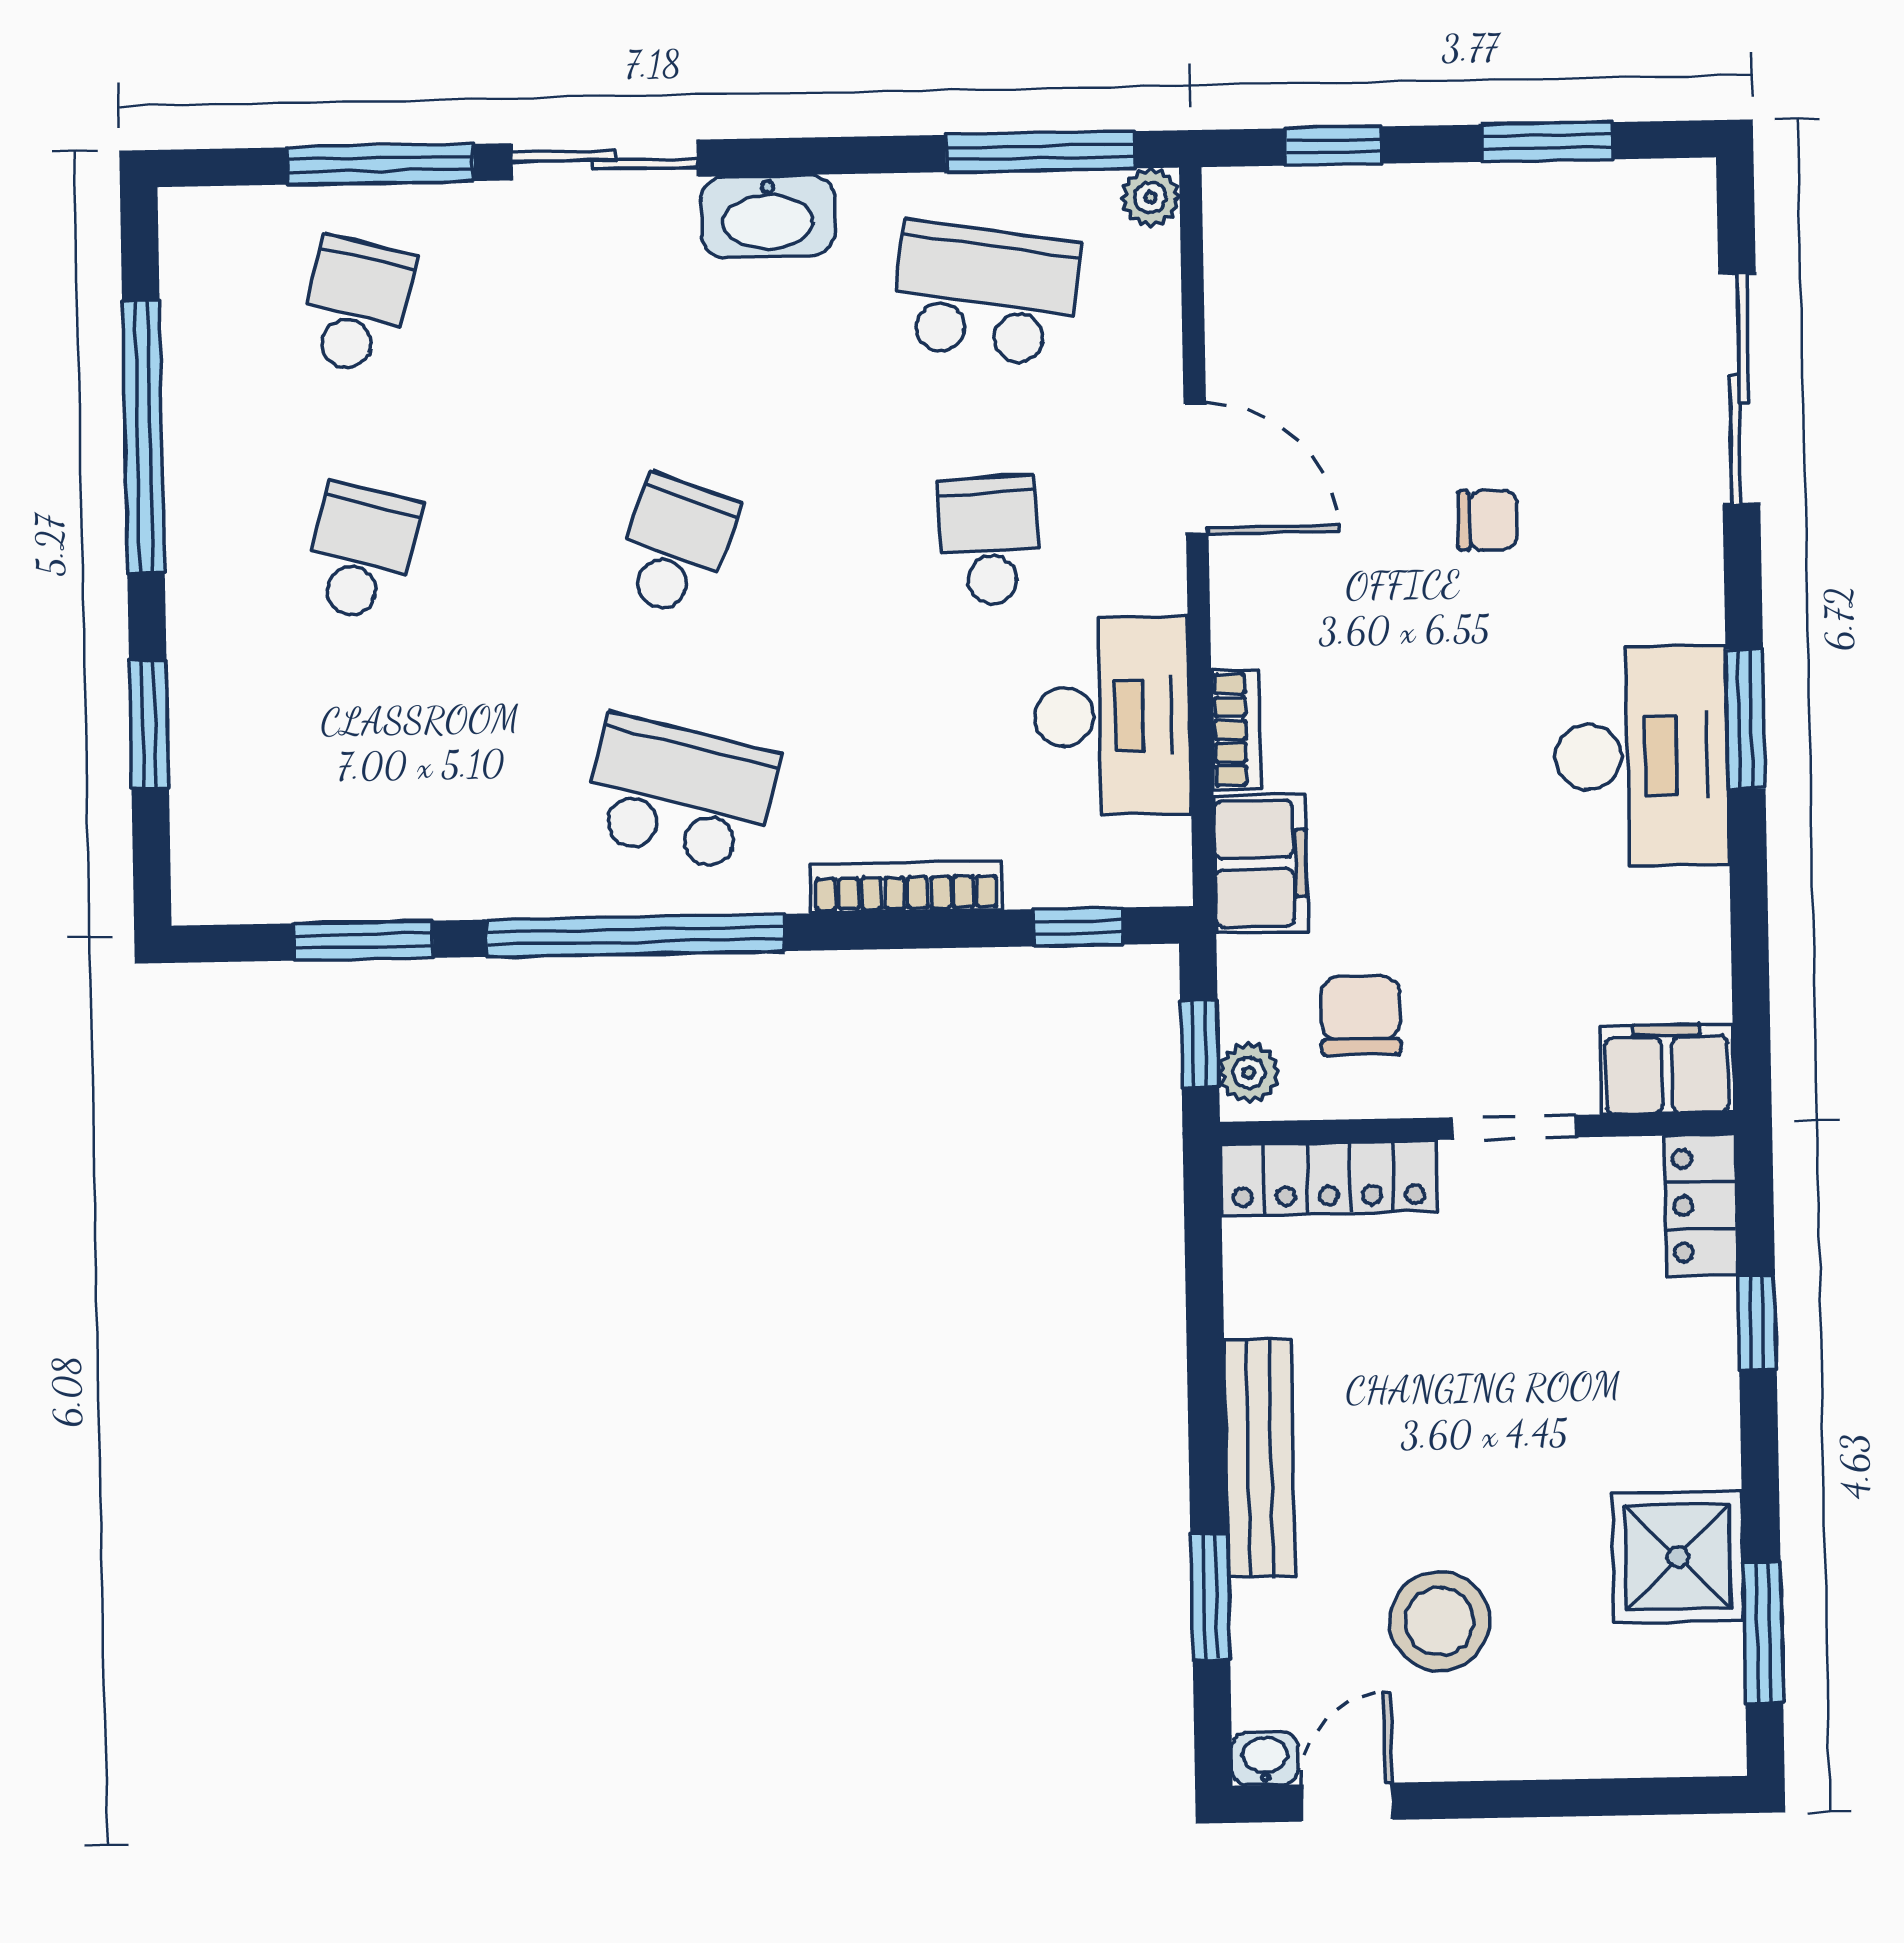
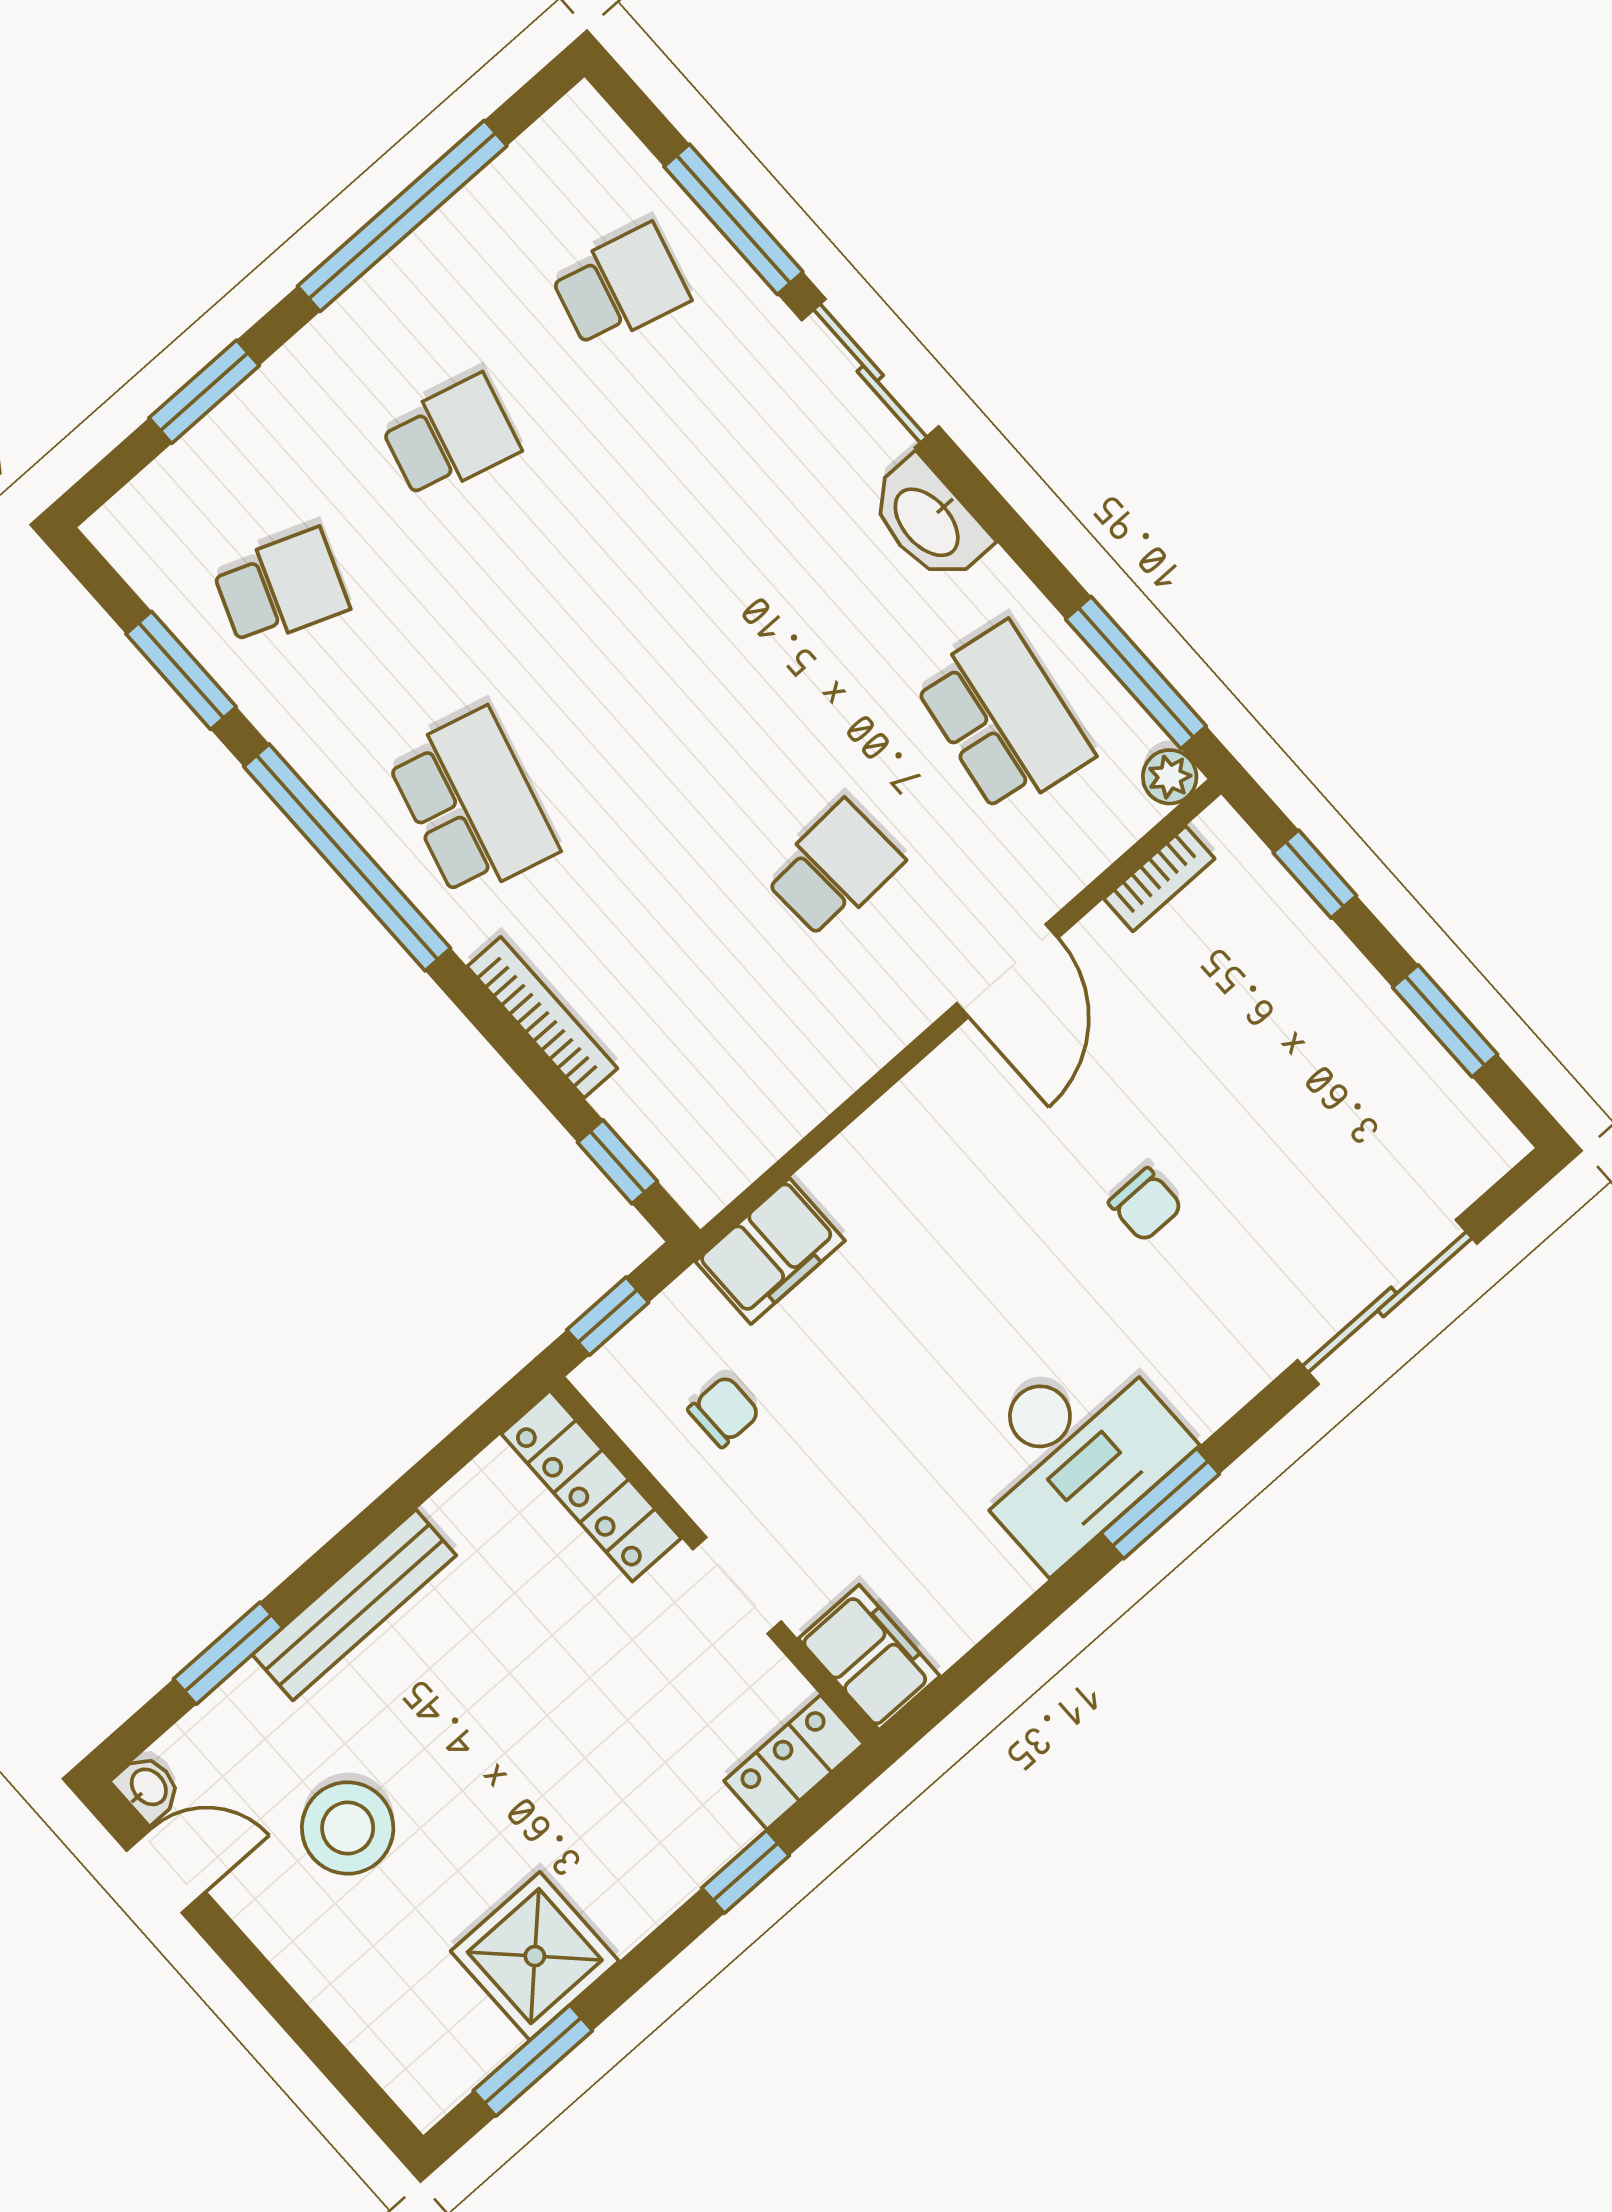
school desk: (675, 547) -> (281, 588), moved
desk: (1112, 716) -> (784, 1060), removed
bookcase: (1236, 730) -> (1159, 879), moved
chair: (1361, 1015) -> (724, 1411), width x0.73, depth x0.73
plant: (1249, 1073) -> (617, 1368), removed

